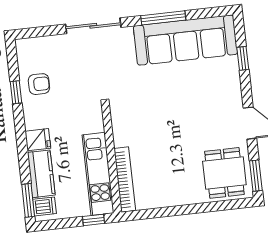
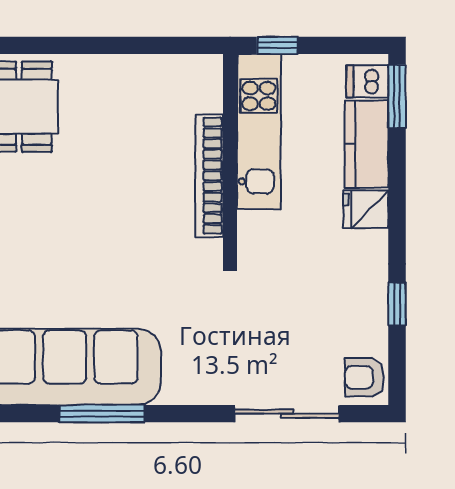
sliding door: (93, 26) -> (287, 414), moved
armchair: (39, 84) -> (364, 377), moved
bookcase: (125, 180) -> (209, 176), moved

